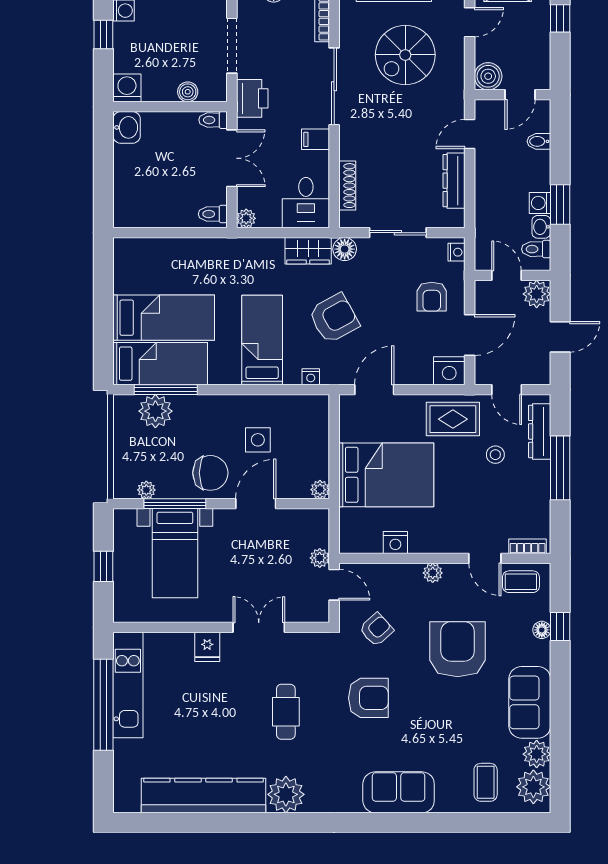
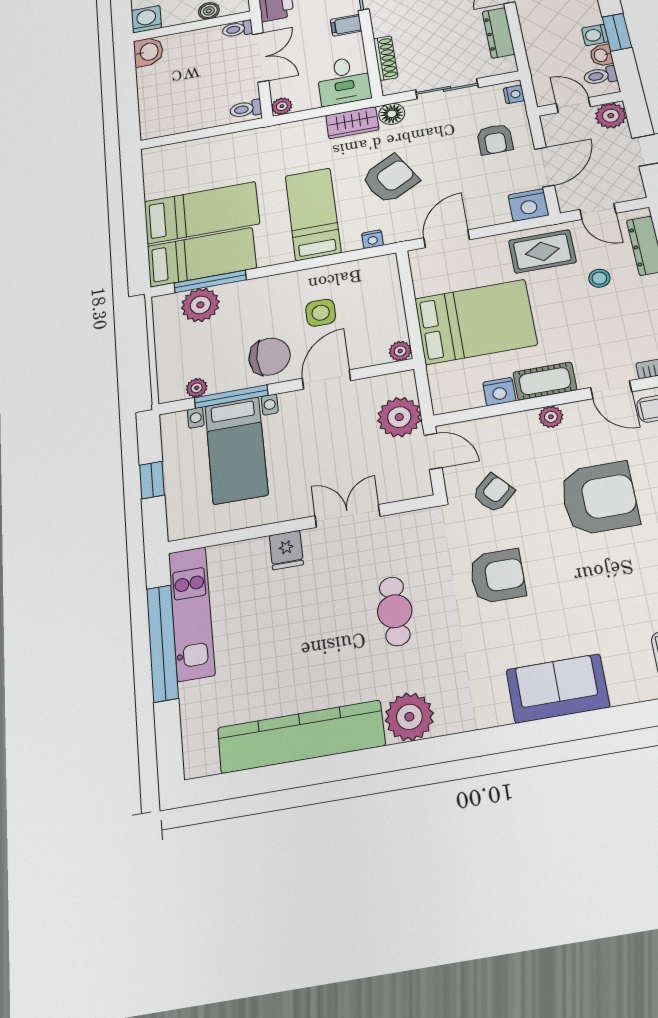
cot: (434, 540) -> (545, 381), added
plant: (320, 558) -> (399, 417), width x1.88, depth x1.88
armchair: (458, 649) -> (599, 498), turned 90

